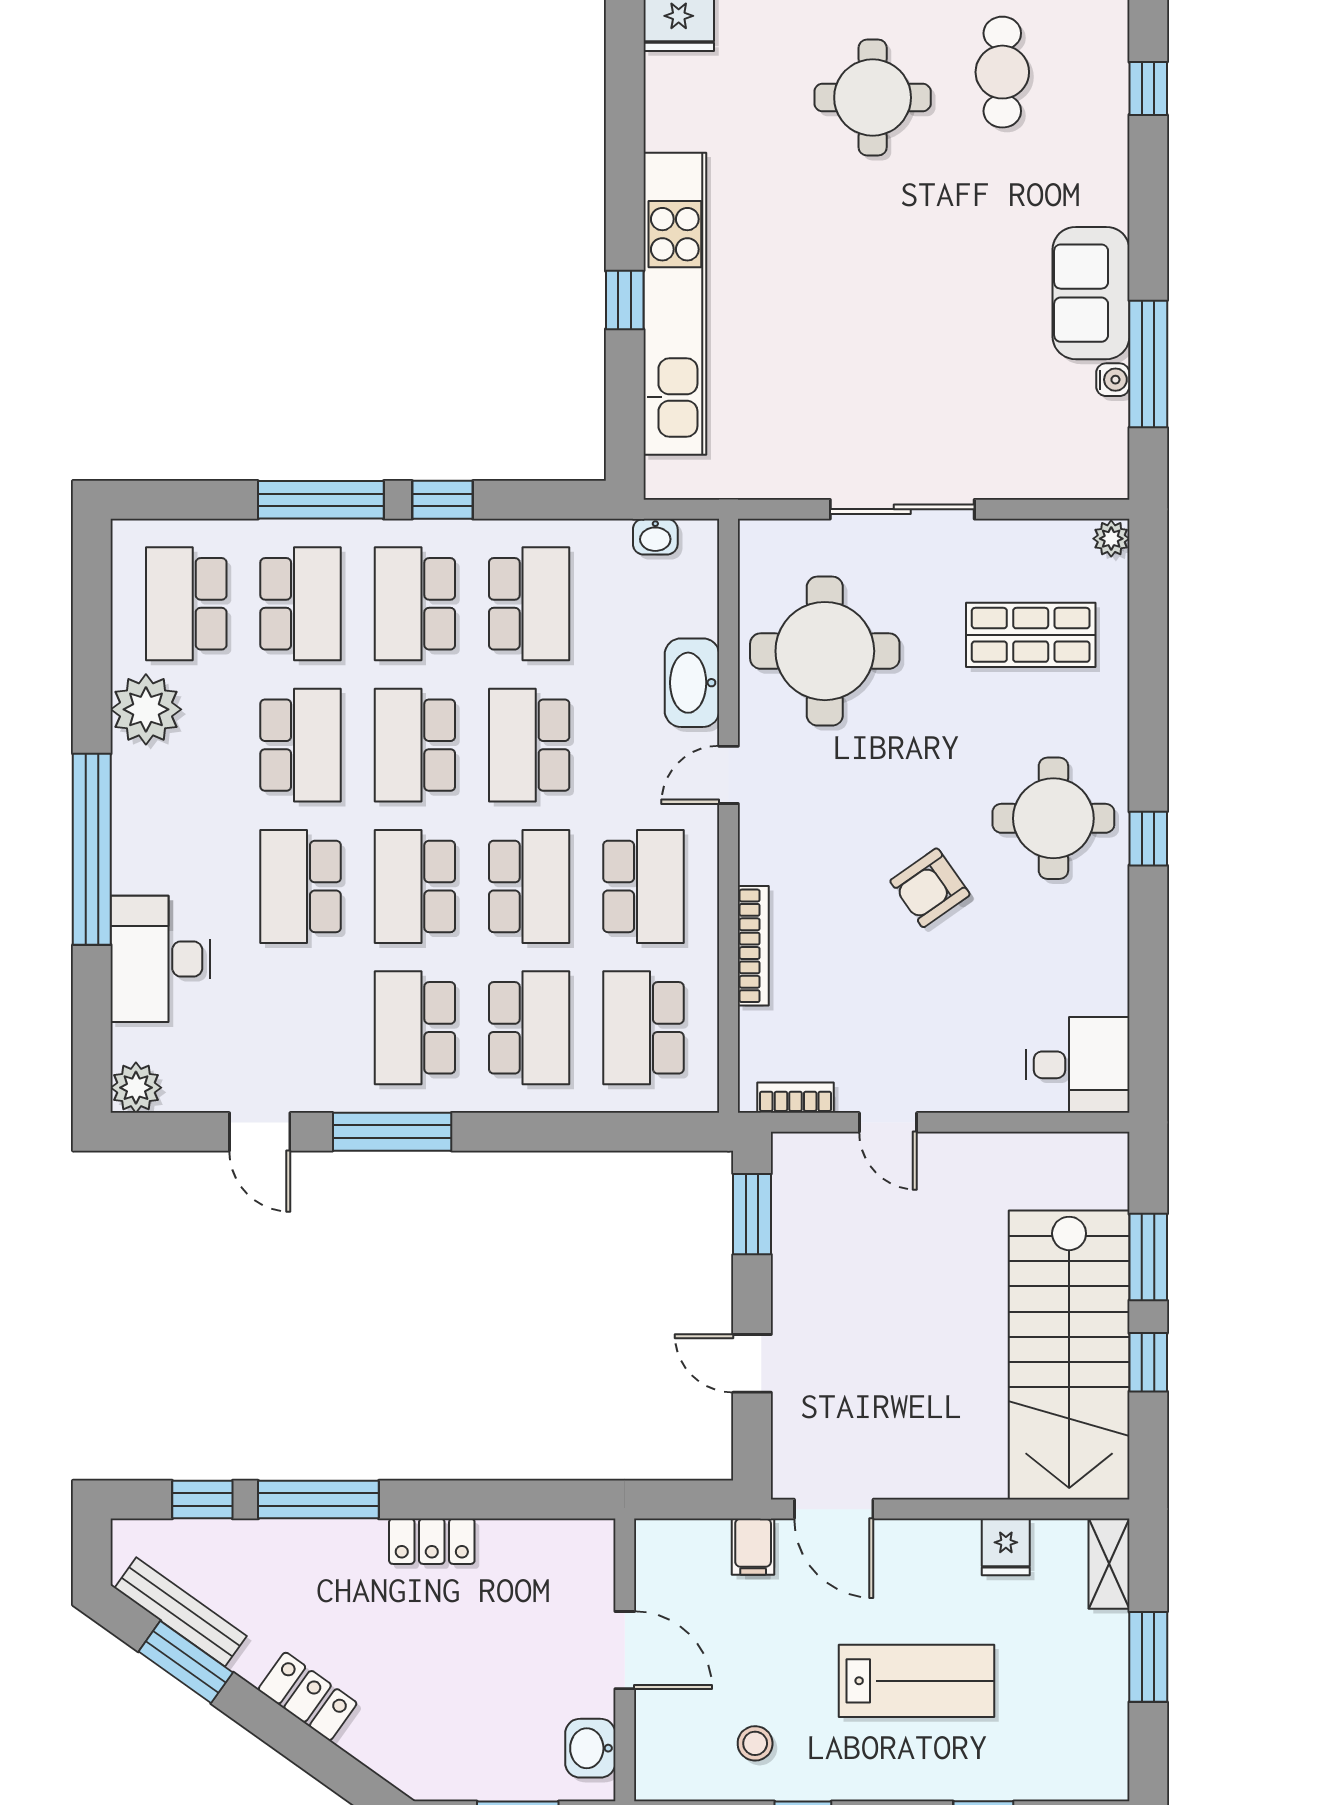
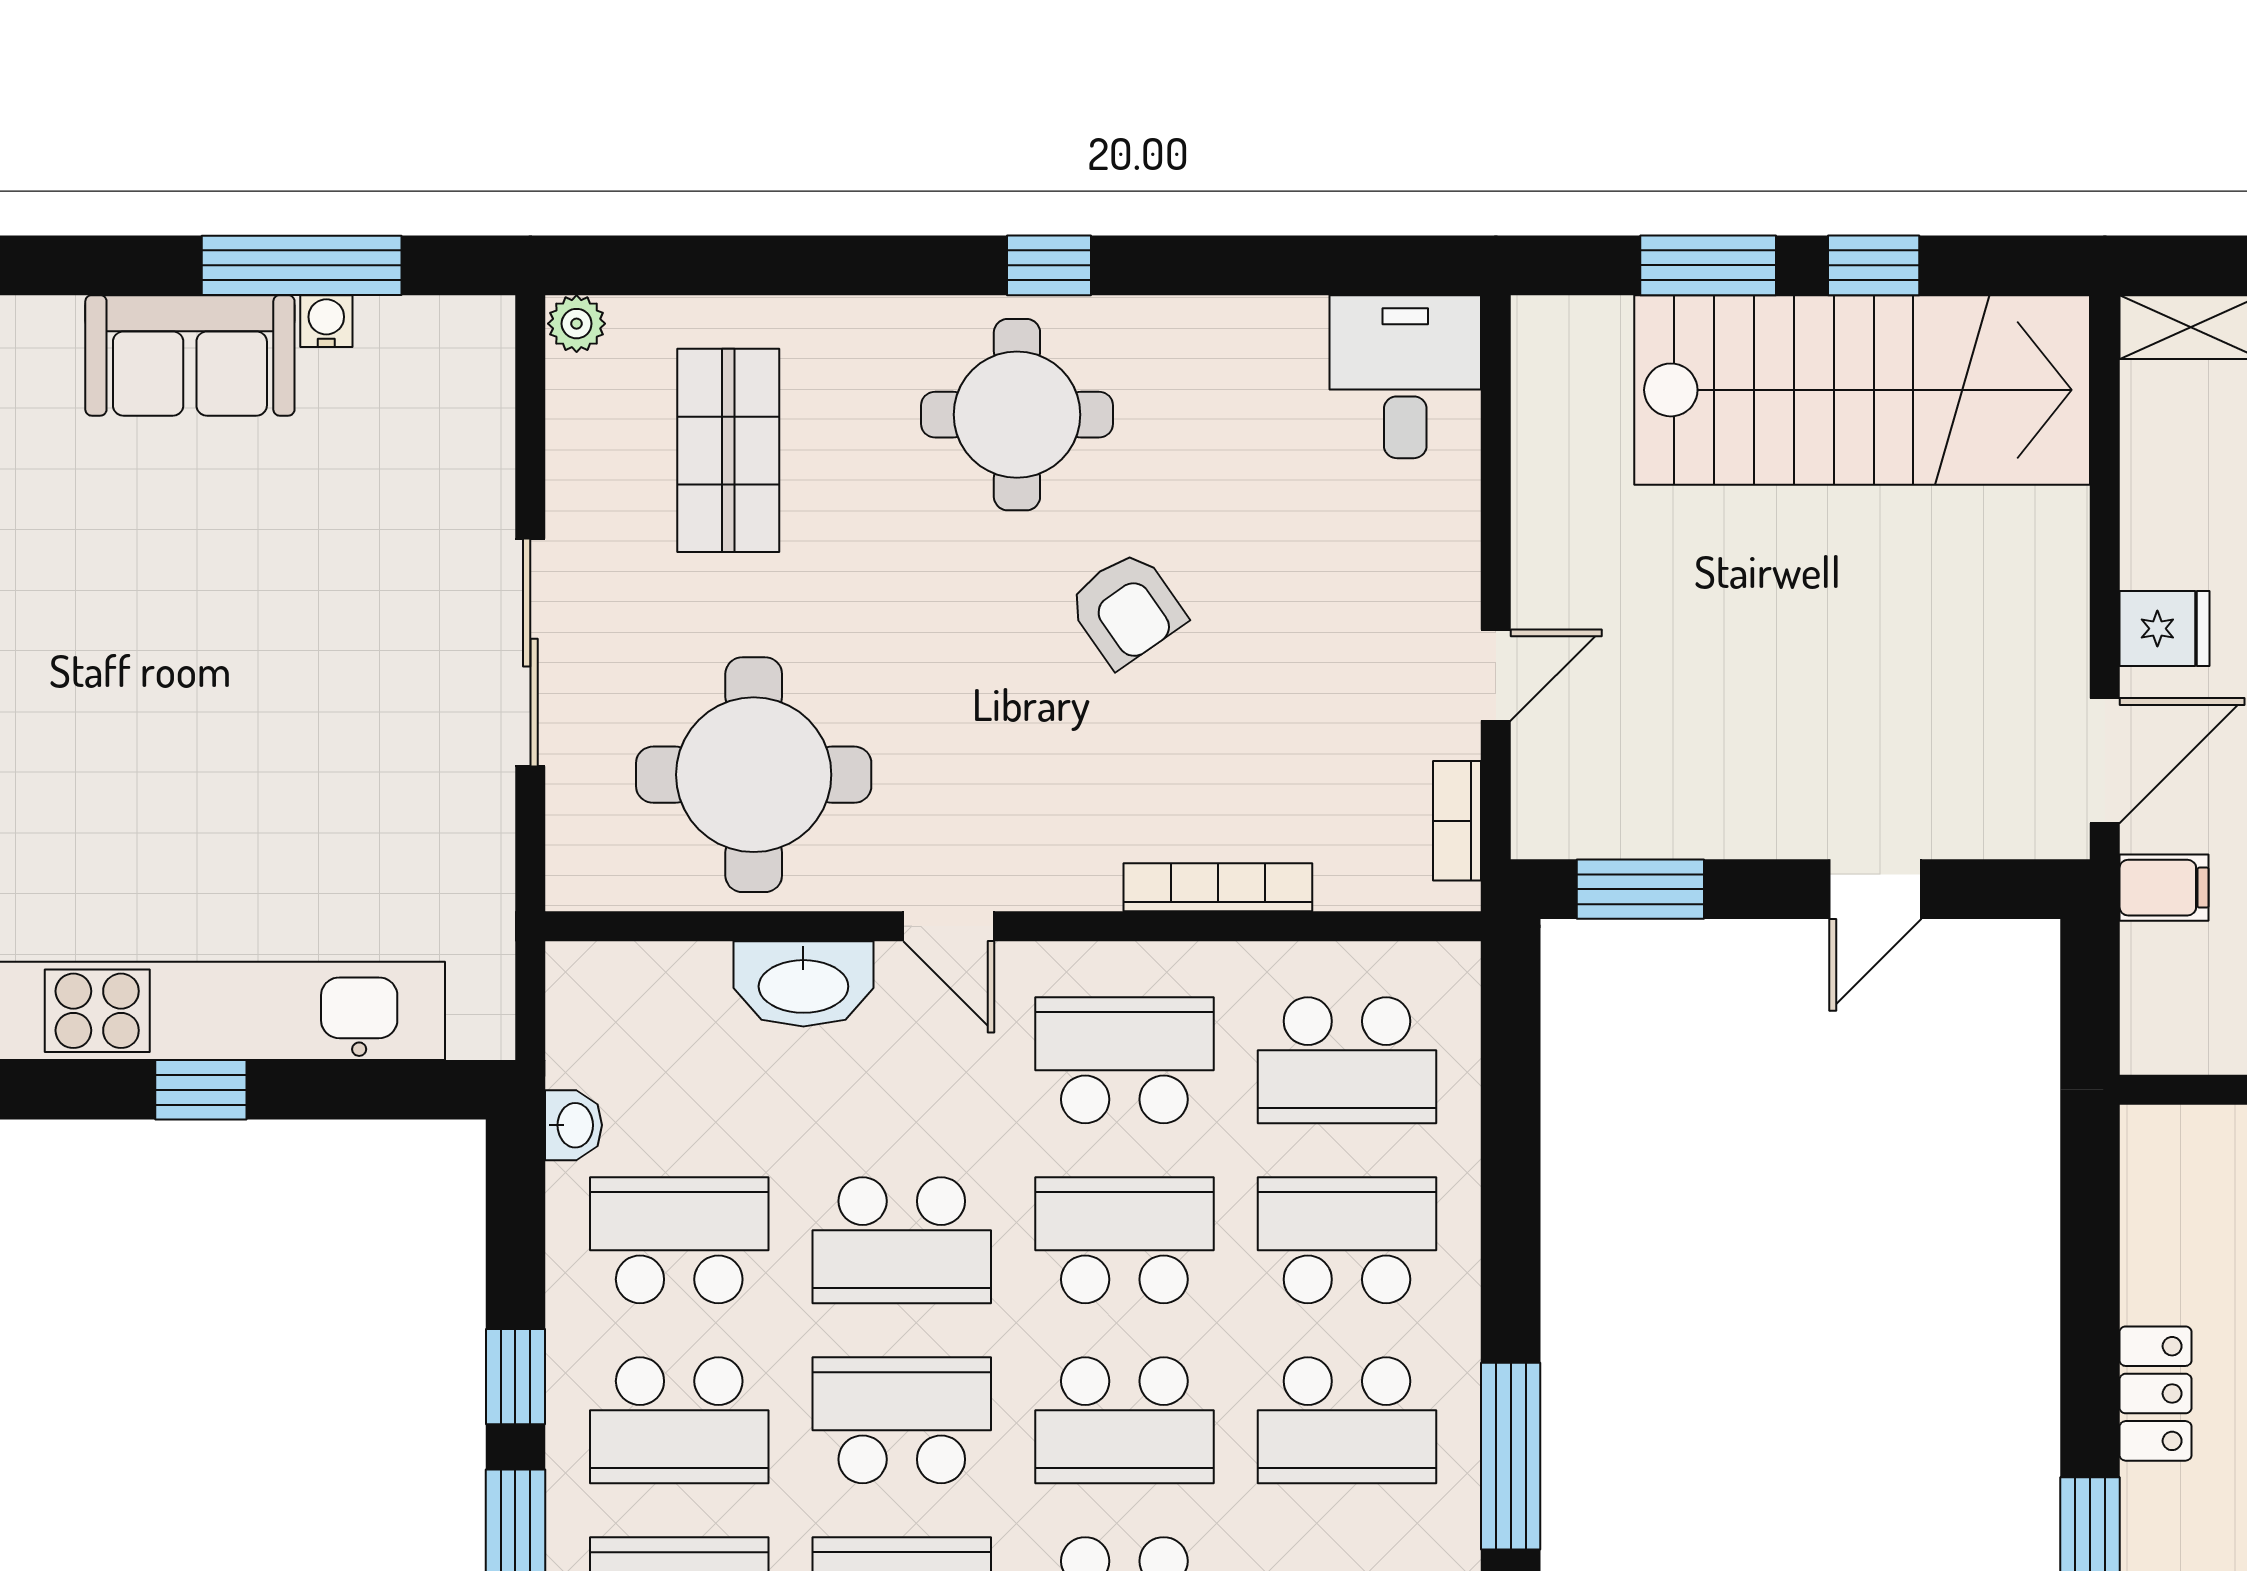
washbasin: (655, 537) -> (574, 1125), moved
school desk: (415, 745) -> (902, 1420), turned 180
fridge: (1006, 1547) -> (2165, 629), moved

